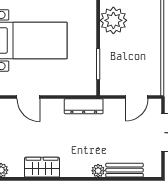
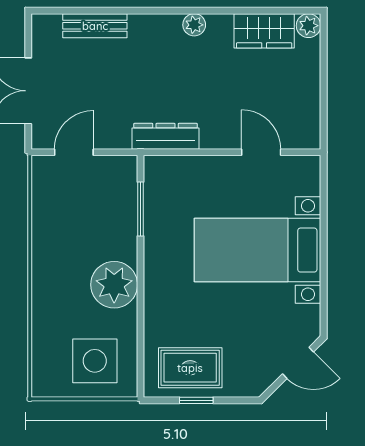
wardrobe: (42, 167) -> (264, 31), moved
plant: (98, 171) -> (194, 25), moved

